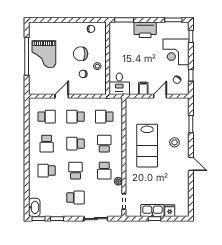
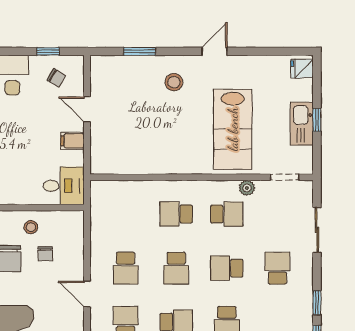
school desk: (104, 117) -> (126, 214), removed
lab bench: (147, 146) -> (233, 129), moved, turned 90
fridge: (170, 211) -> (302, 69), moved

